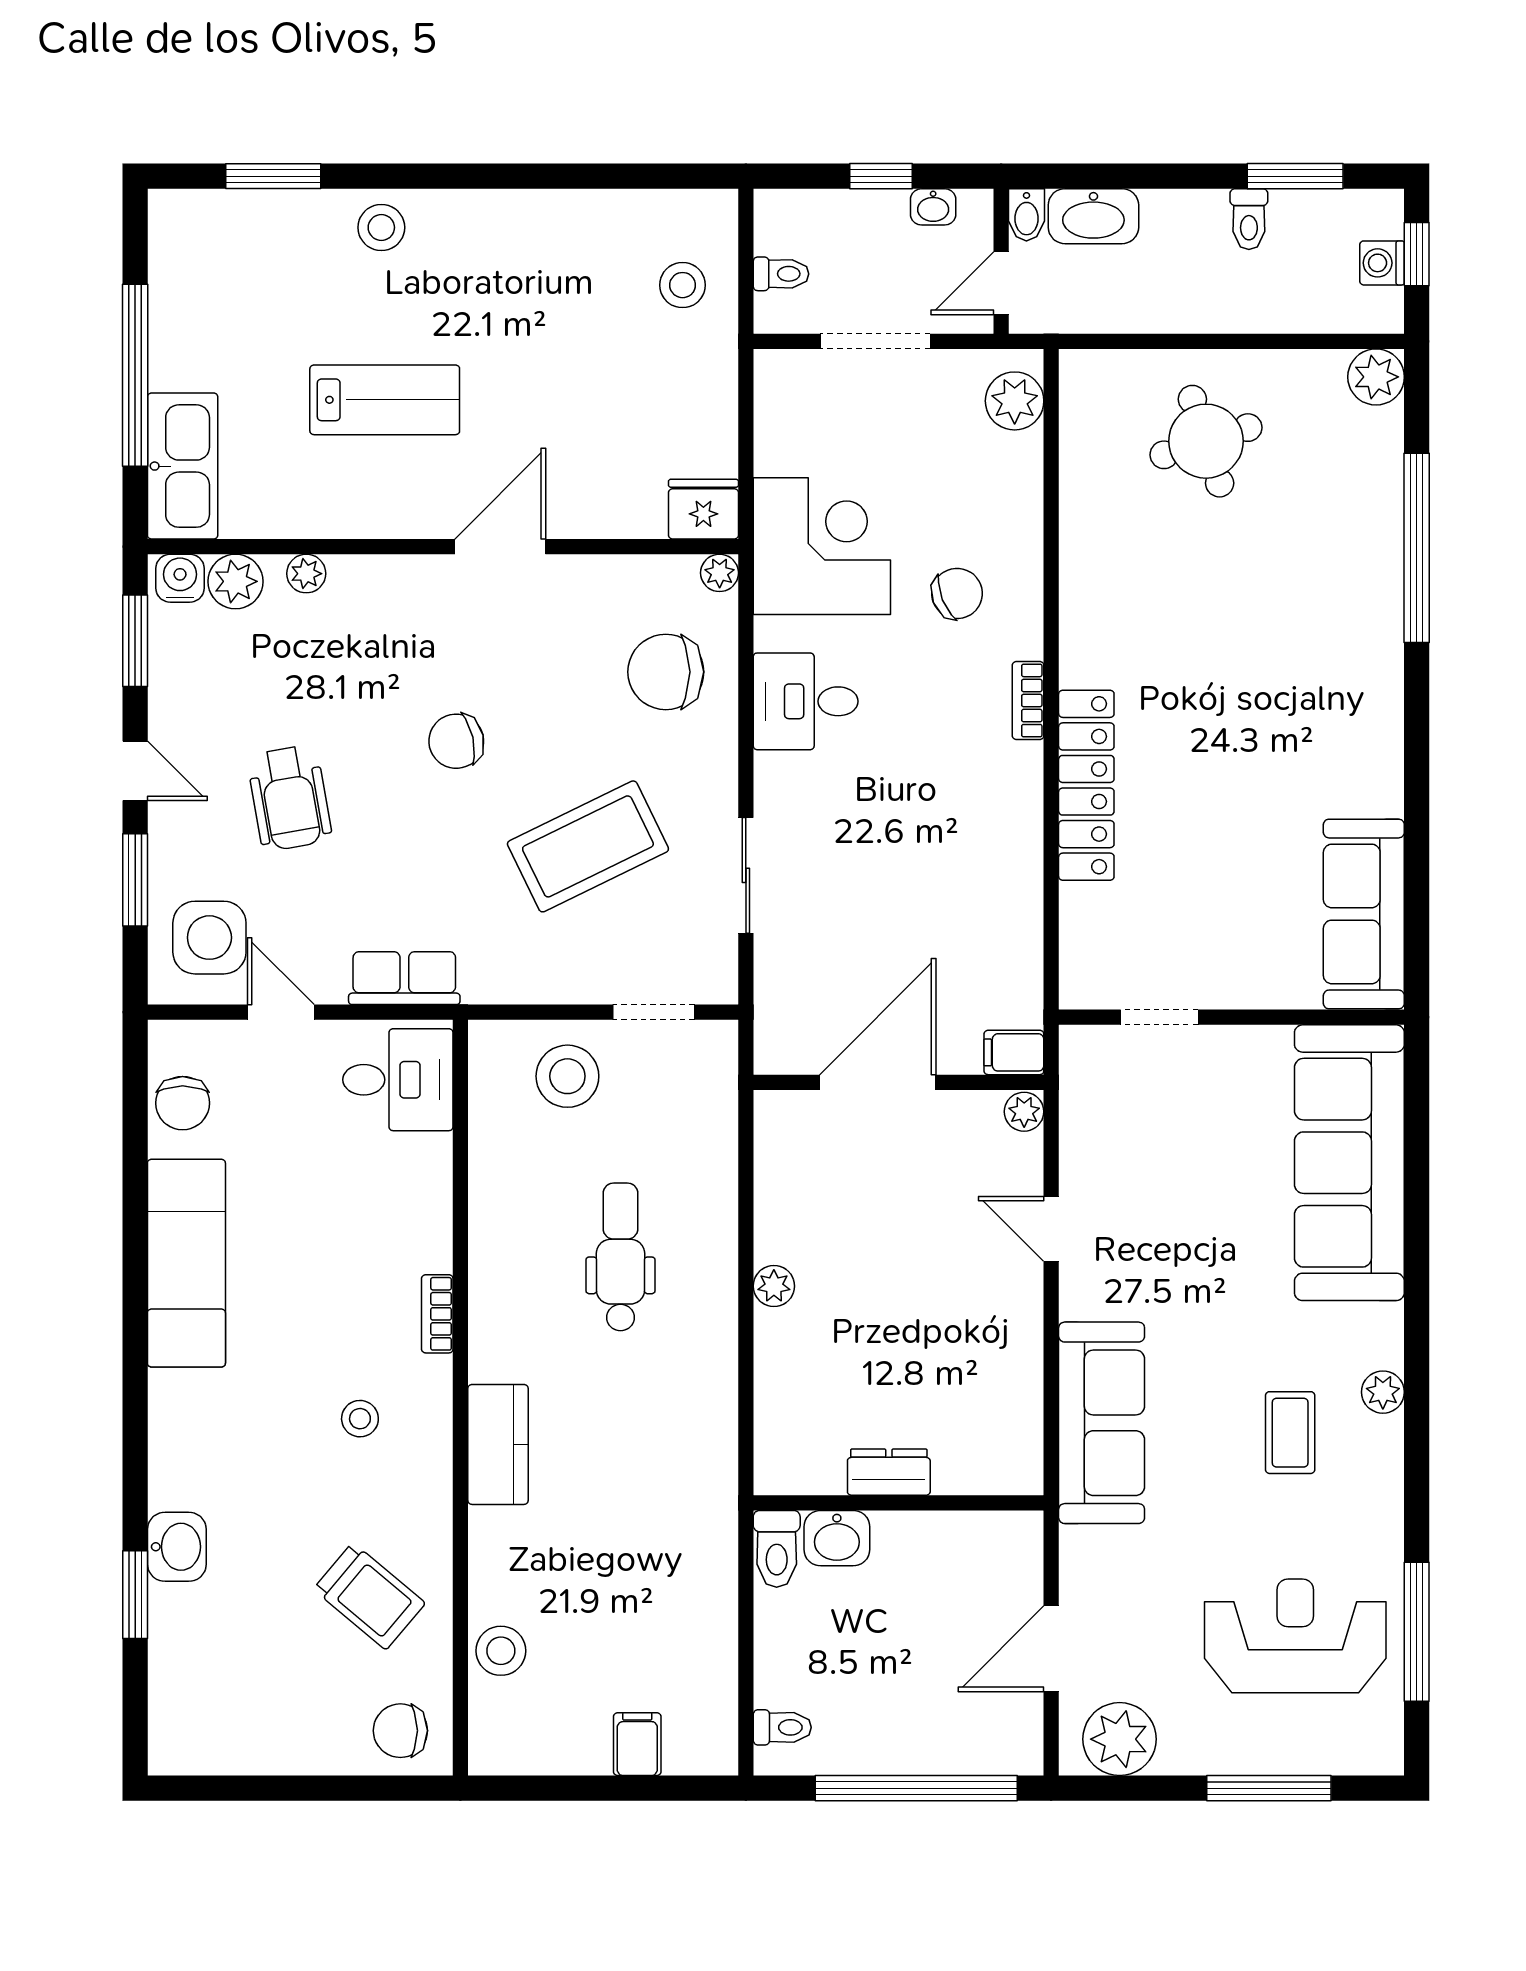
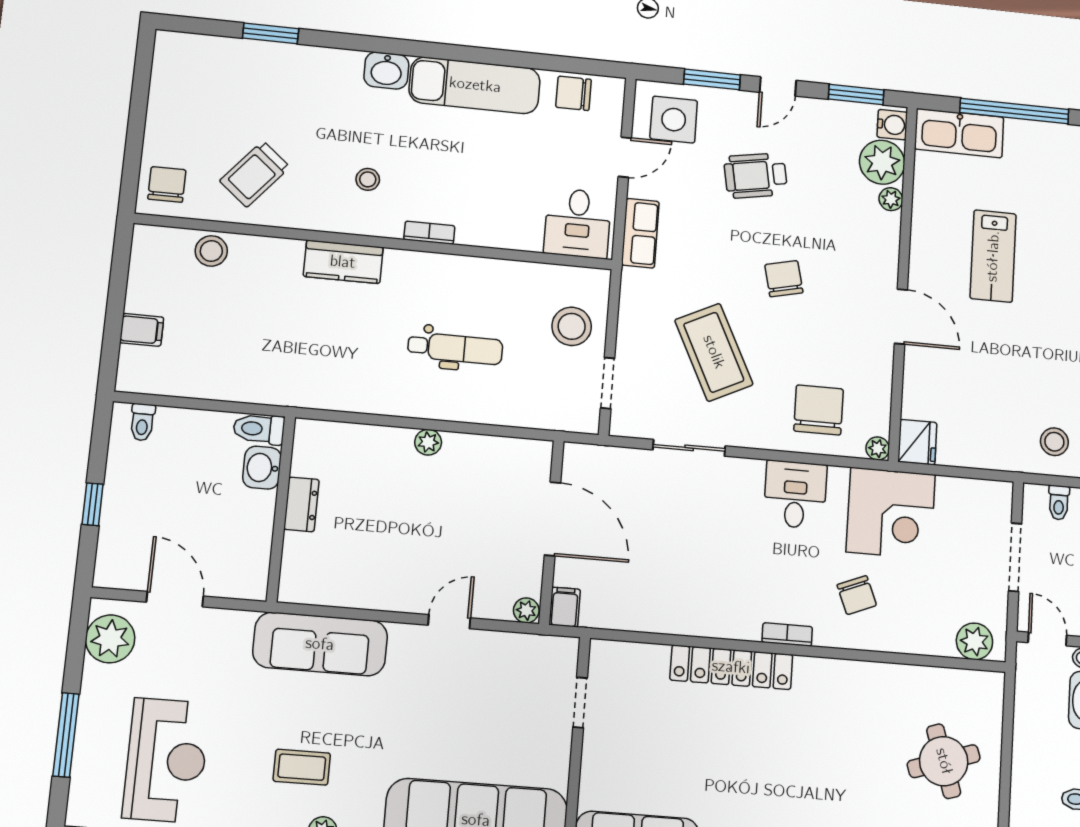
plant: (235, 581) -> (882, 162), width x1.36, depth x1.36
washbasin: (177, 1547) -> (386, 71), moved
window: (916, 1788) -> (93, 504), width x0.32

